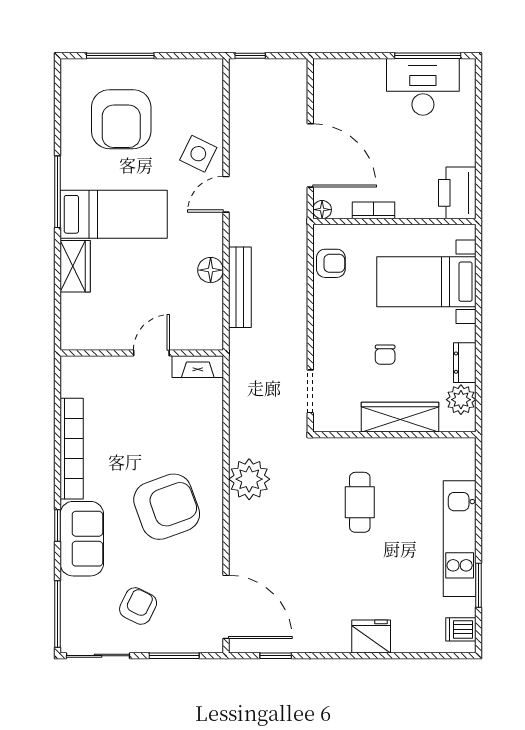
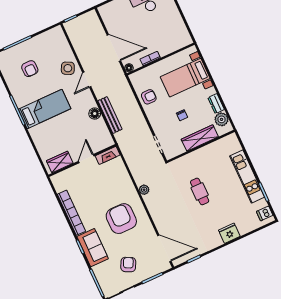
armchair: (121, 119) -> (30, 69), width x0.53, depth x0.53
printer: (457, 193) -> (181, 36), removed
armchair: (331, 263) -> (149, 97), moved
wardrobe: (75, 266) -> (60, 162), moved, turned -90
plant: (249, 479) -> (144, 190), width x0.53, depth x0.53
cafe table: (360, 502) -> (200, 191), moved
armchair: (167, 507) -> (121, 219), turned -70

